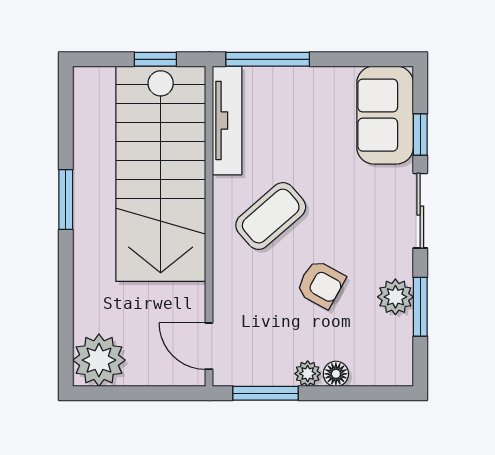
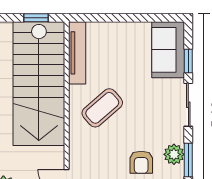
window: (268, 59) -> (100, 18), removed
armchair: (321, 284) -> (141, 162), moved, turned 61

